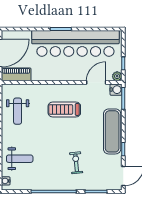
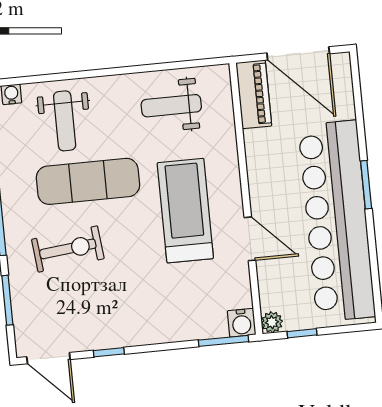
door: (96, 82) -> (250, 239), moved
treadmill: (64, 109) -> (185, 211), width x1.37, depth x1.38
exercise mat: (112, 131) -> (88, 181), moved
exercise bike: (76, 163) -> (68, 249), width x1.38, depth x1.39

